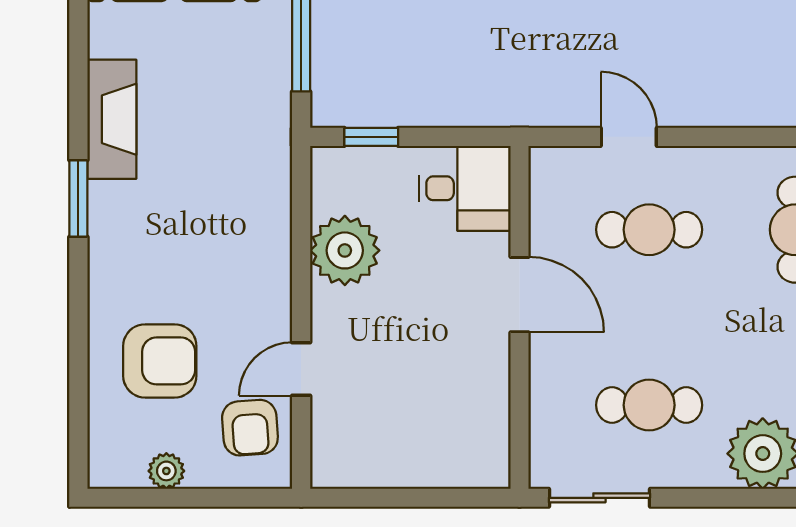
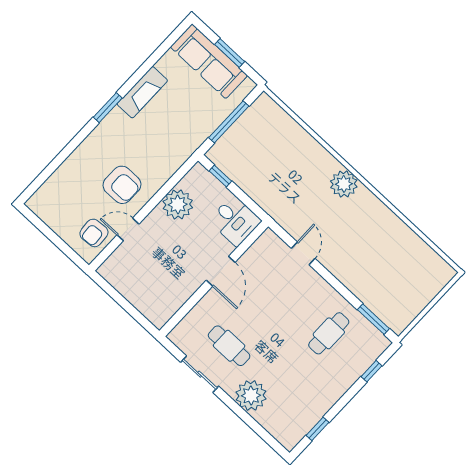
cafe table: (649, 230) -> (282, 289), removed
armchair: (160, 361) -> (122, 185), moved
plant: (166, 471) -> (54, 222), removed
sliding door: (599, 498) -> (200, 374), moved

